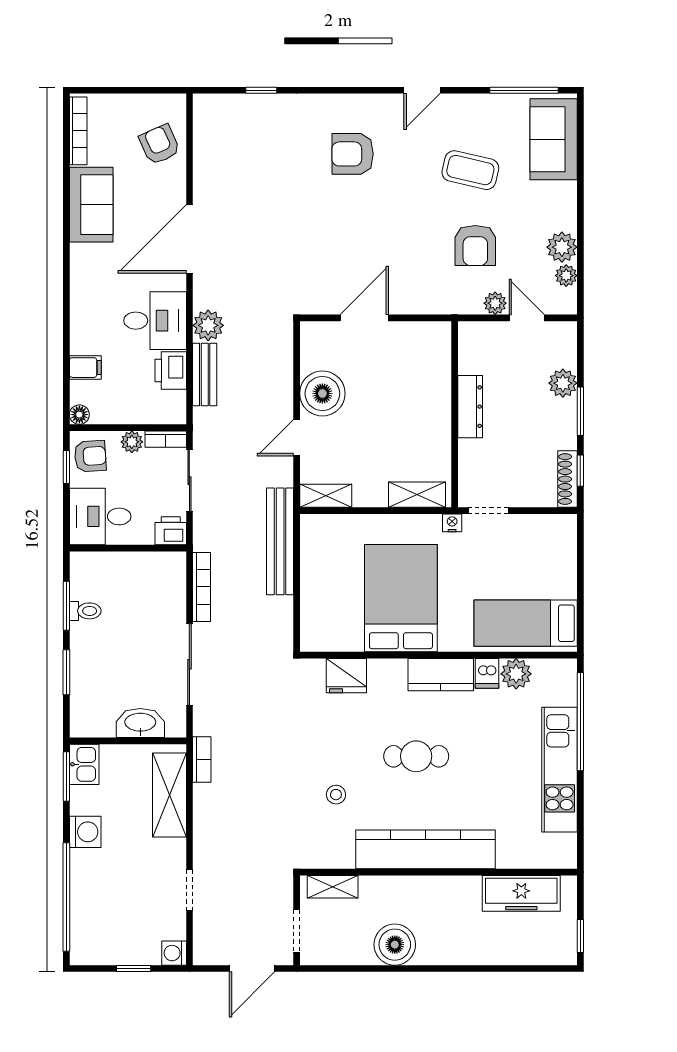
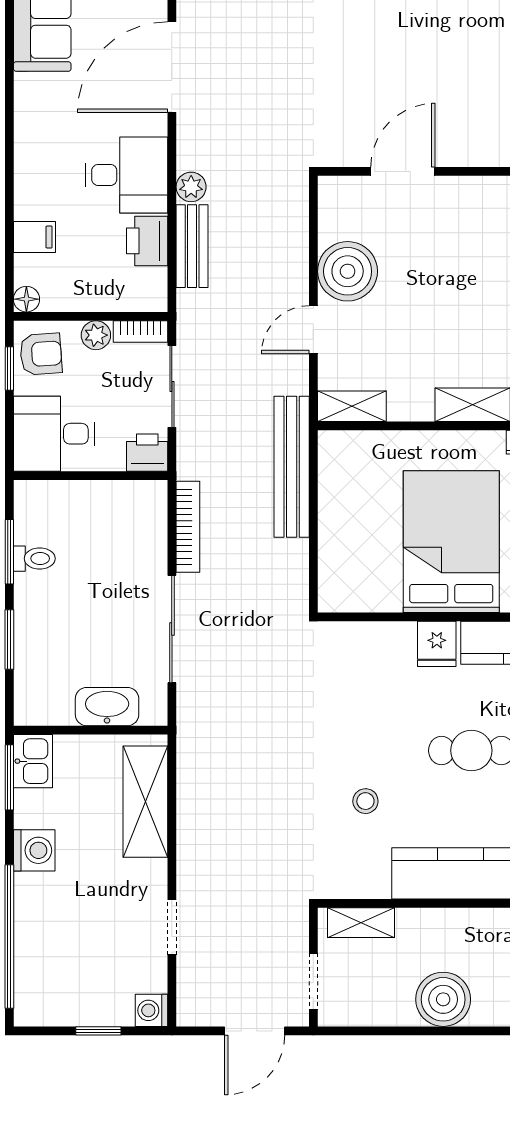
plant: (208, 325) -> (191, 187), width x0.73, depth x0.73
fridge: (346, 676) -> (437, 644), moved, width x0.72
bookcase: (202, 760) -> (188, 755), removed

